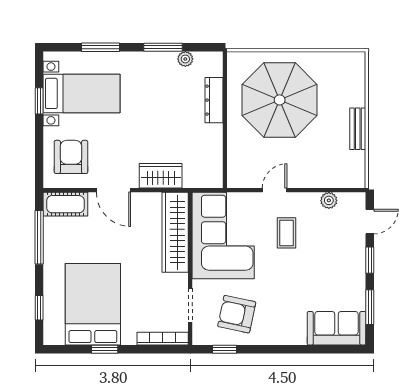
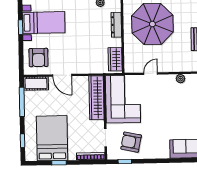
armchair: (71, 157) -> (38, 58), turned 180
wardrobe: (161, 176) -> (115, 59), moved, turned -90
coffee table: (287, 233) -> (158, 97), removed

